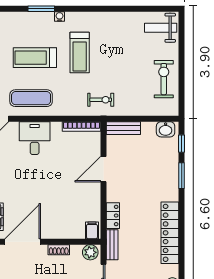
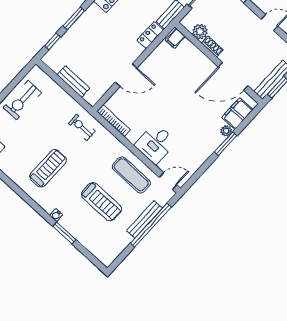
treadmill: (80, 52) -> (48, 168), moved
bench: (123, 128) -> (73, 82), moved
washbasin: (166, 129) -> (55, 62), removed
plant: (90, 252) -> (200, 32), moved

